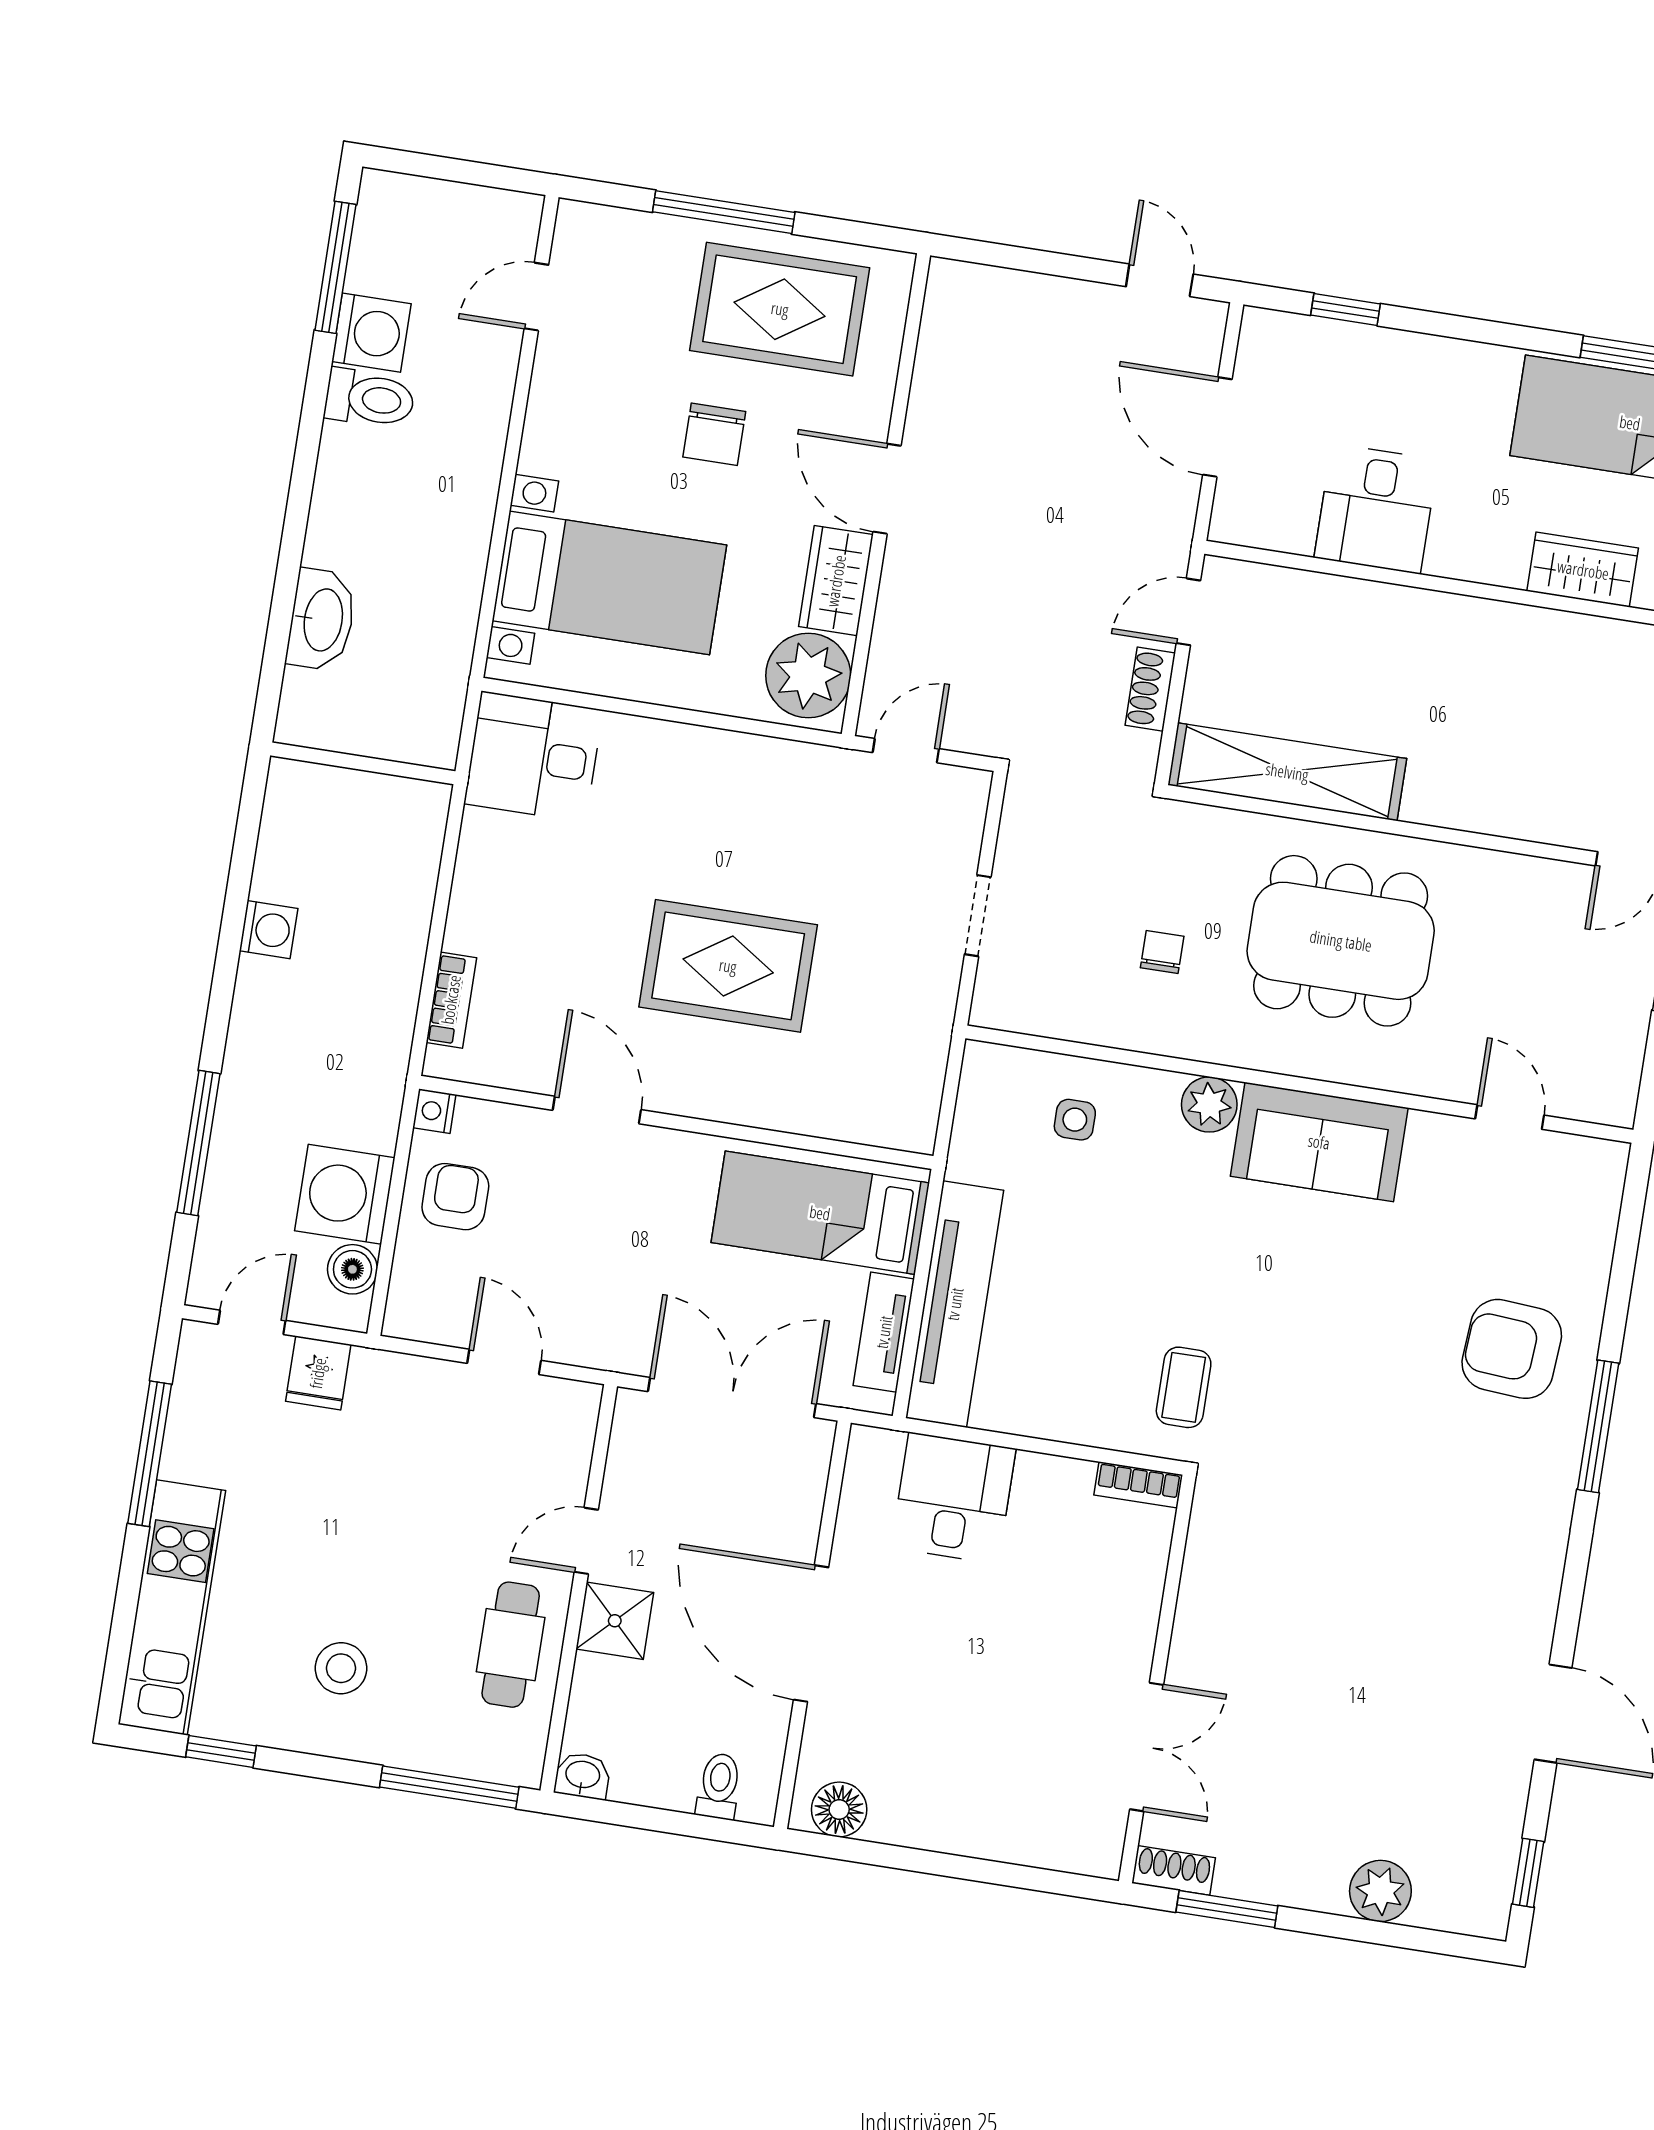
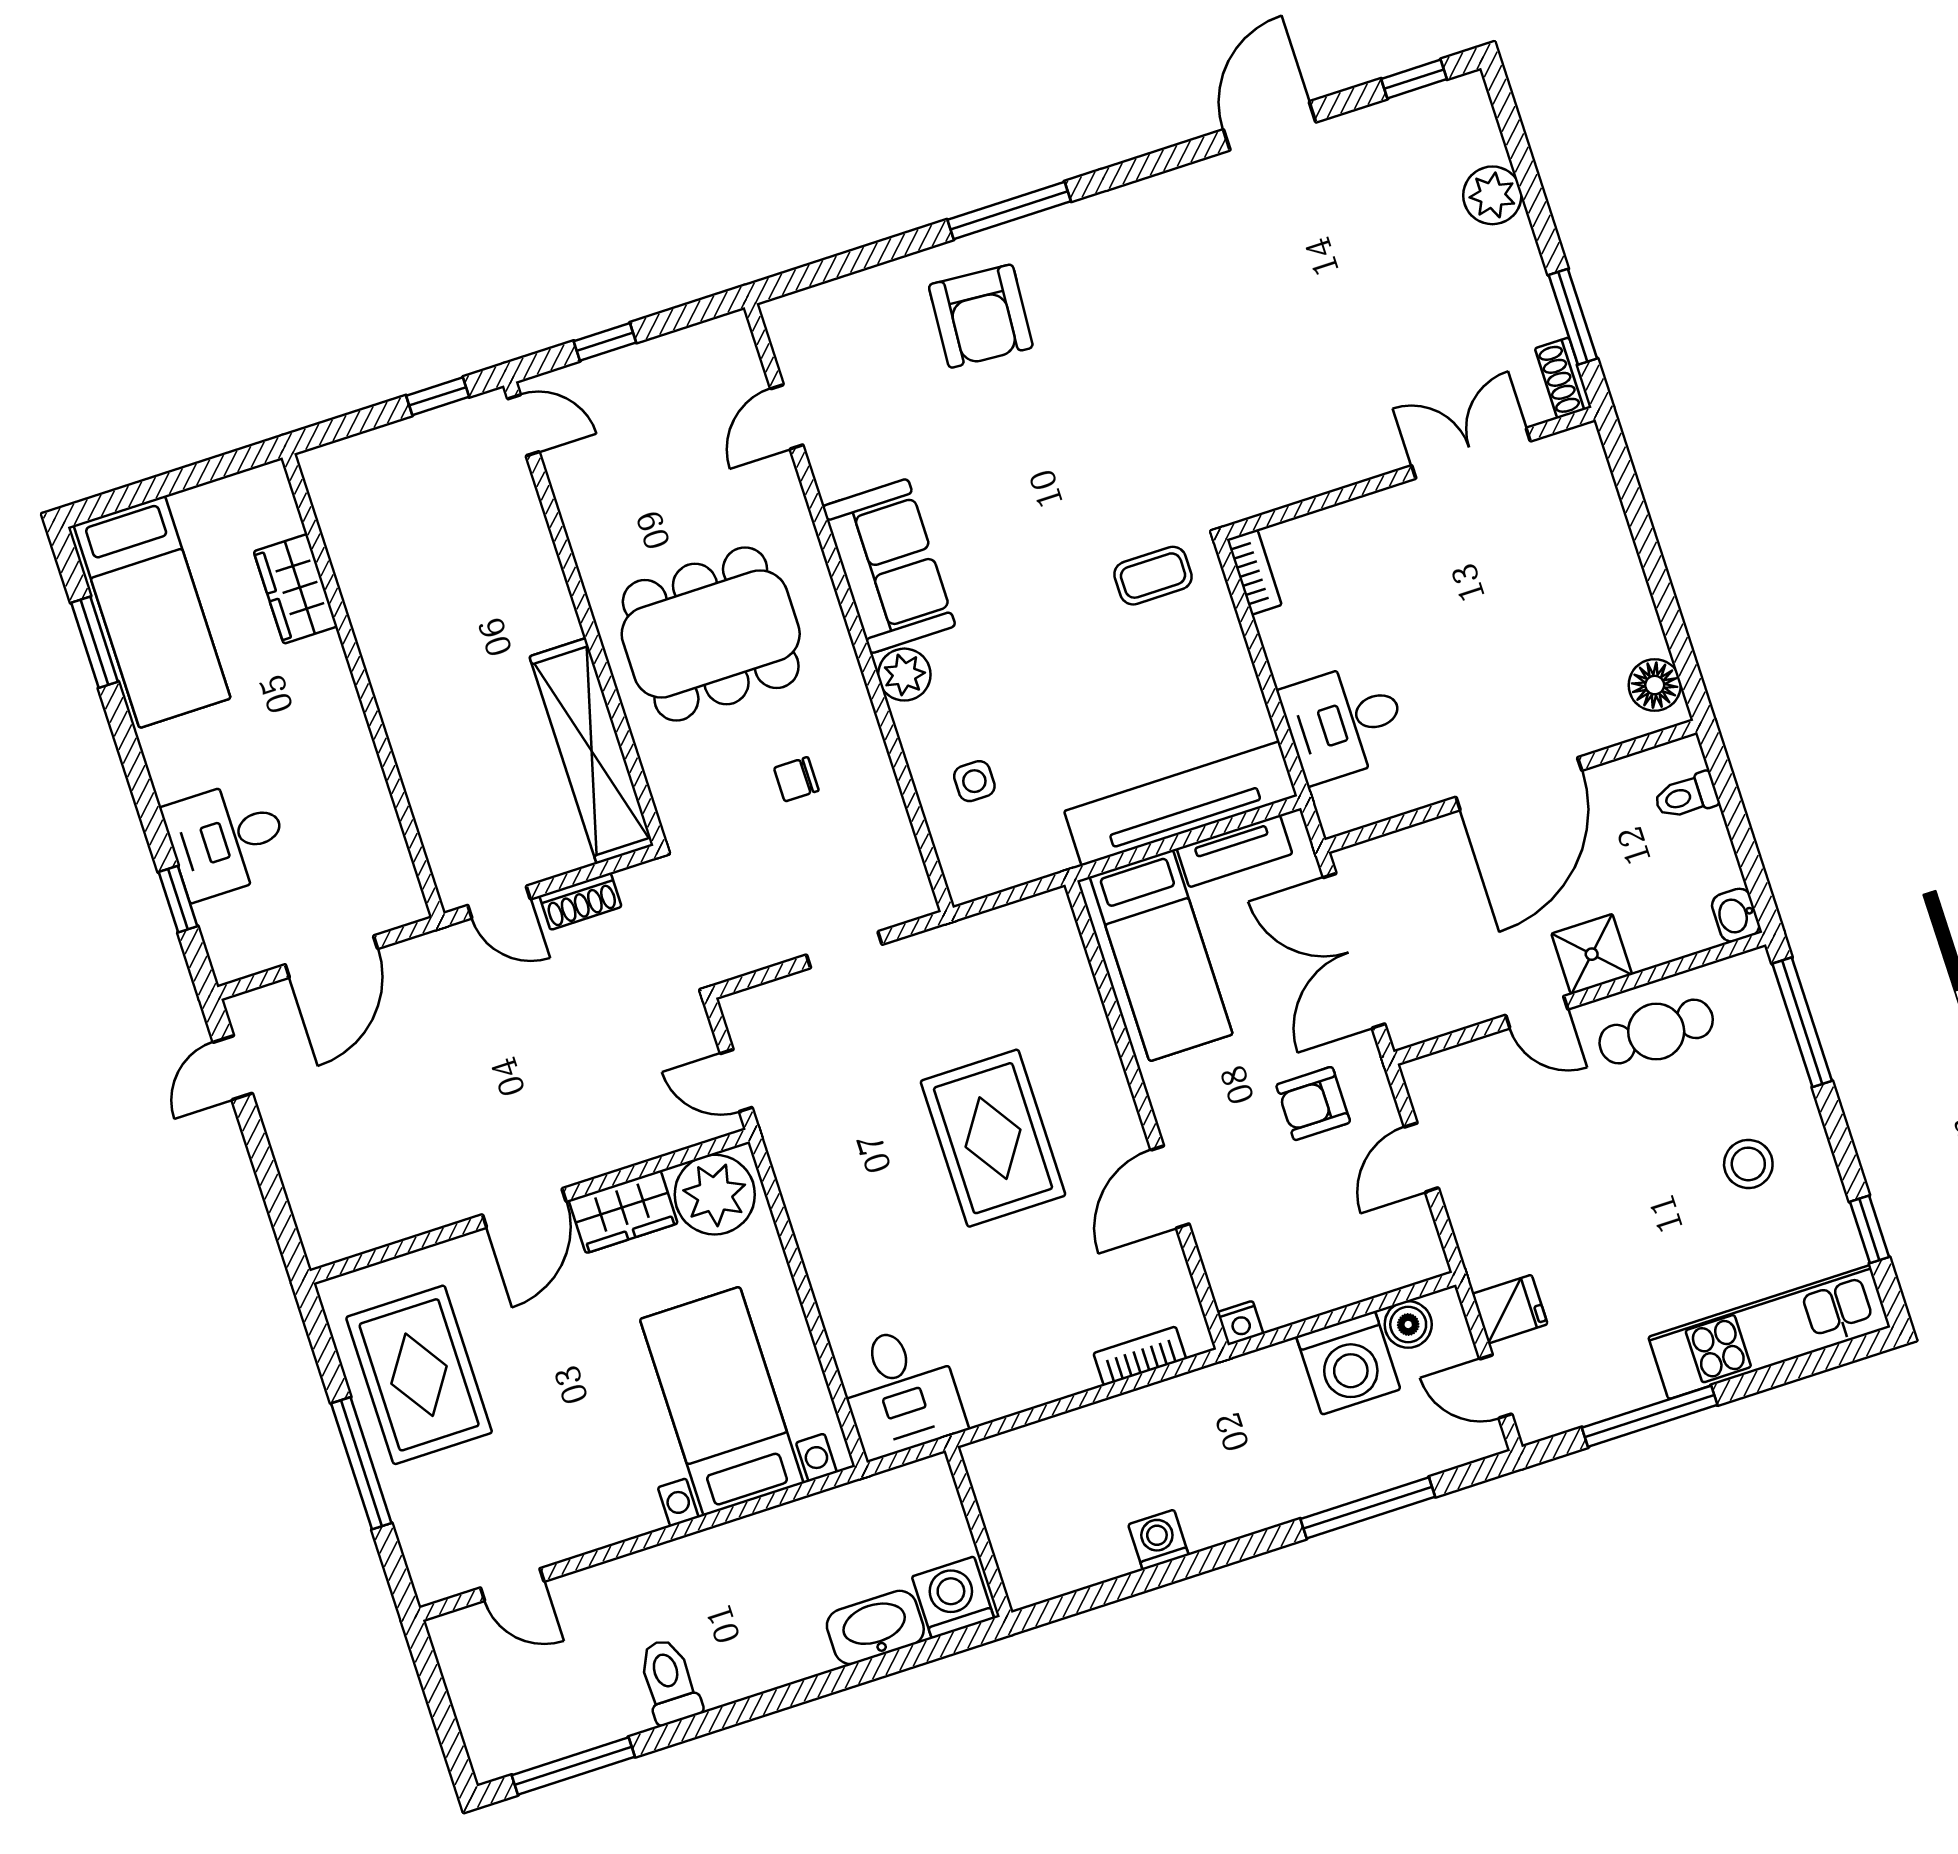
washing machine: (371, 333) -> (953, 1597), moved
chair: (714, 434) -> (552, 1376), removed
desk: (1376, 509) -> (227, 839), moved, turned 180
dining table: (1341, 941) -> (711, 634), turned 90
armchair: (455, 1197) -> (1313, 1104), moved

